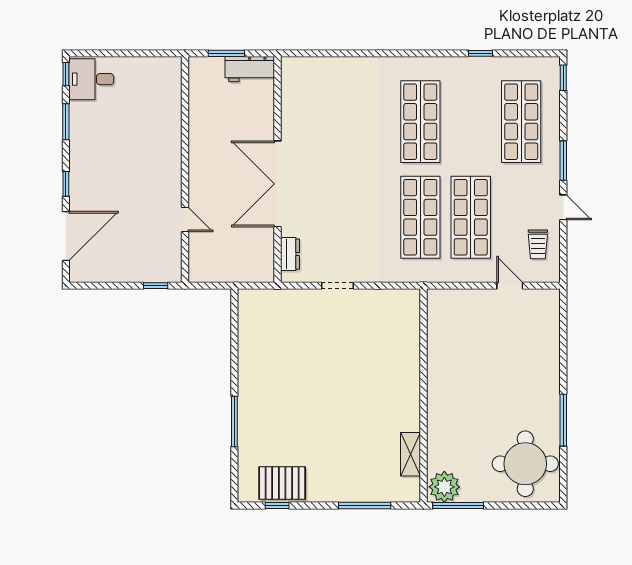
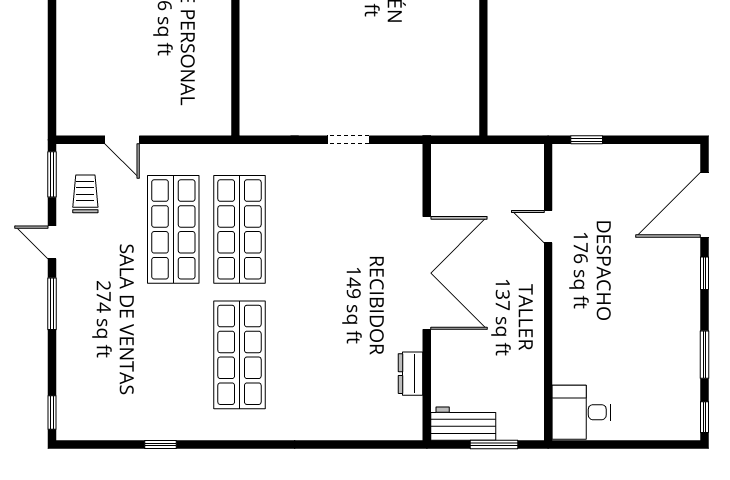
desk: (91, 79) -> (581, 412), moved, turned 180
shop shelf: (521, 122) -> (107, 355), removed
dresser: (290, 254) -> (411, 374), moved
window: (563, 259) -> (52, 174), added

